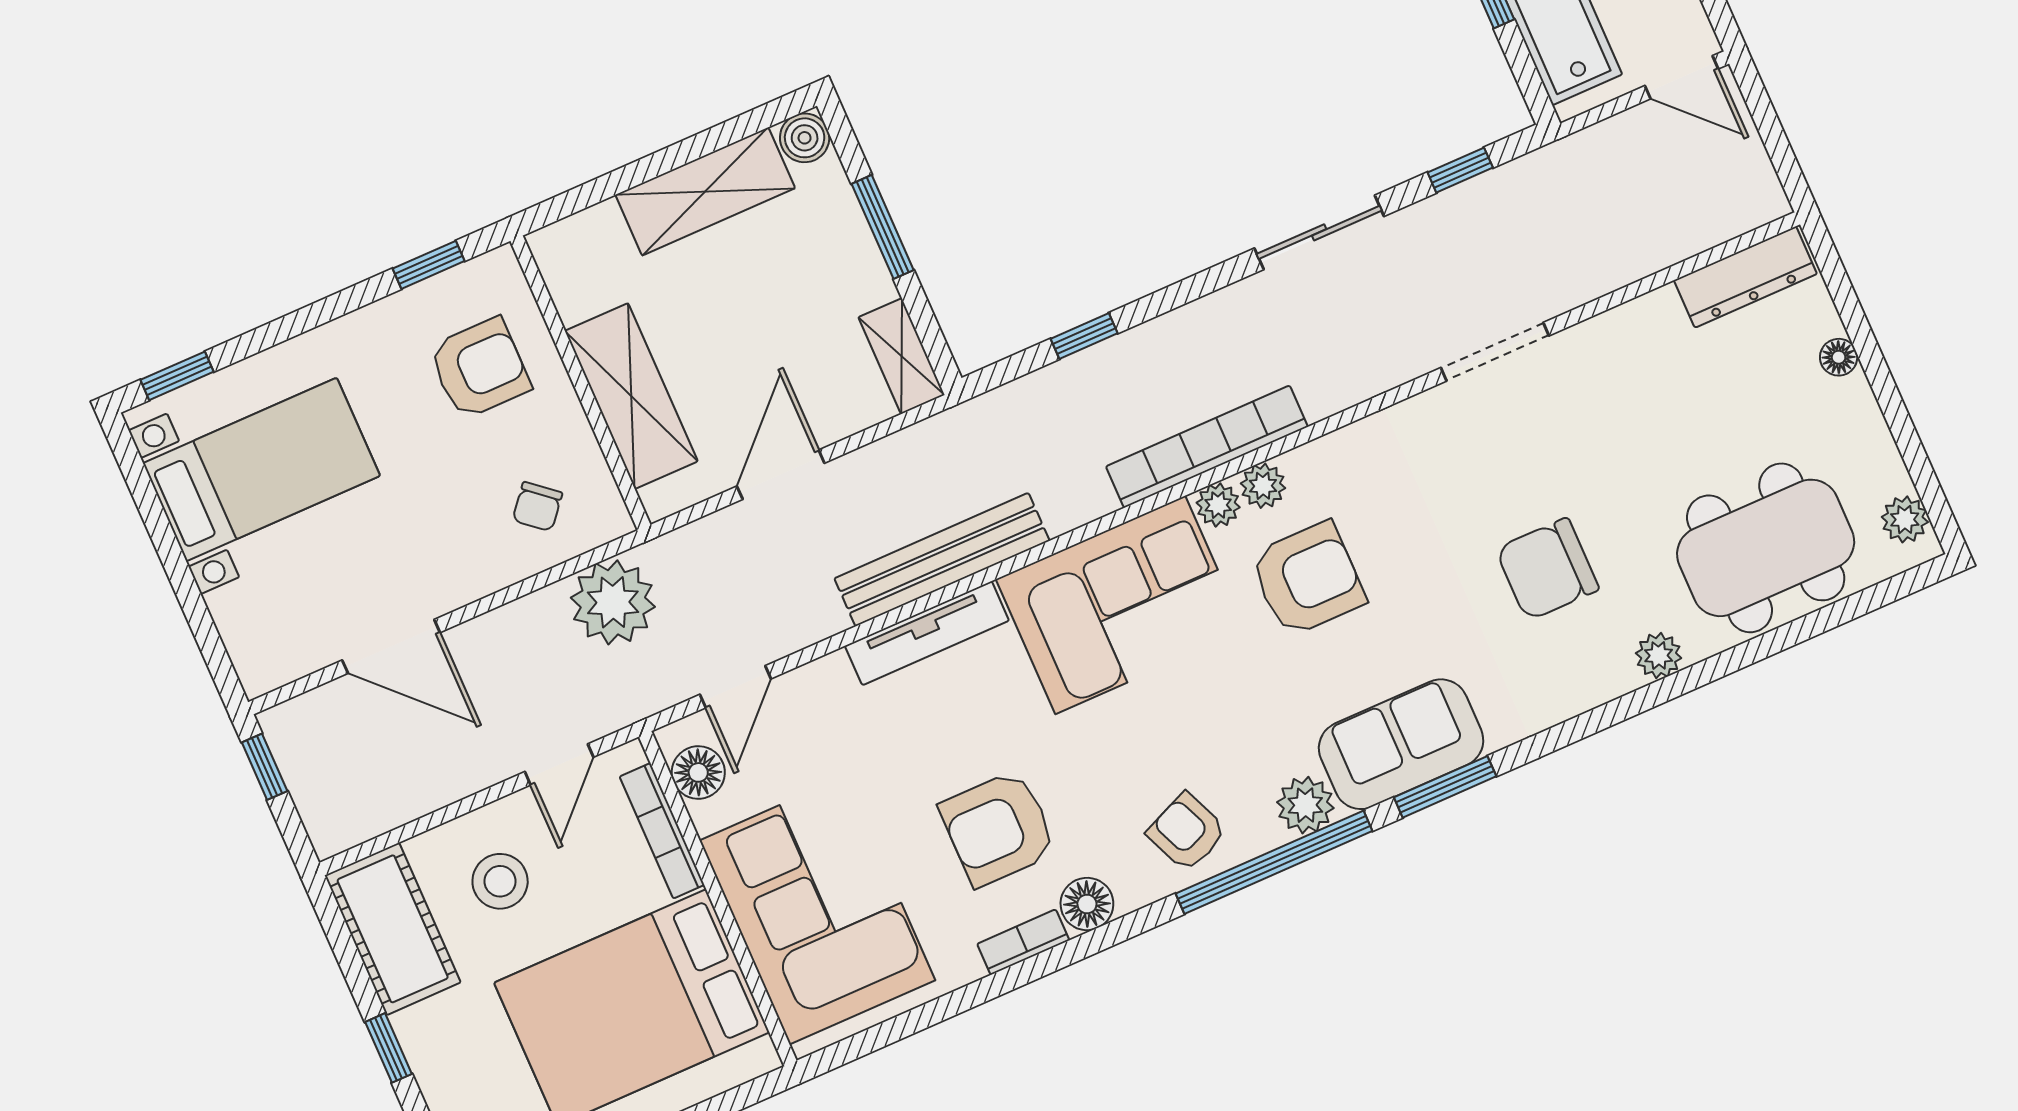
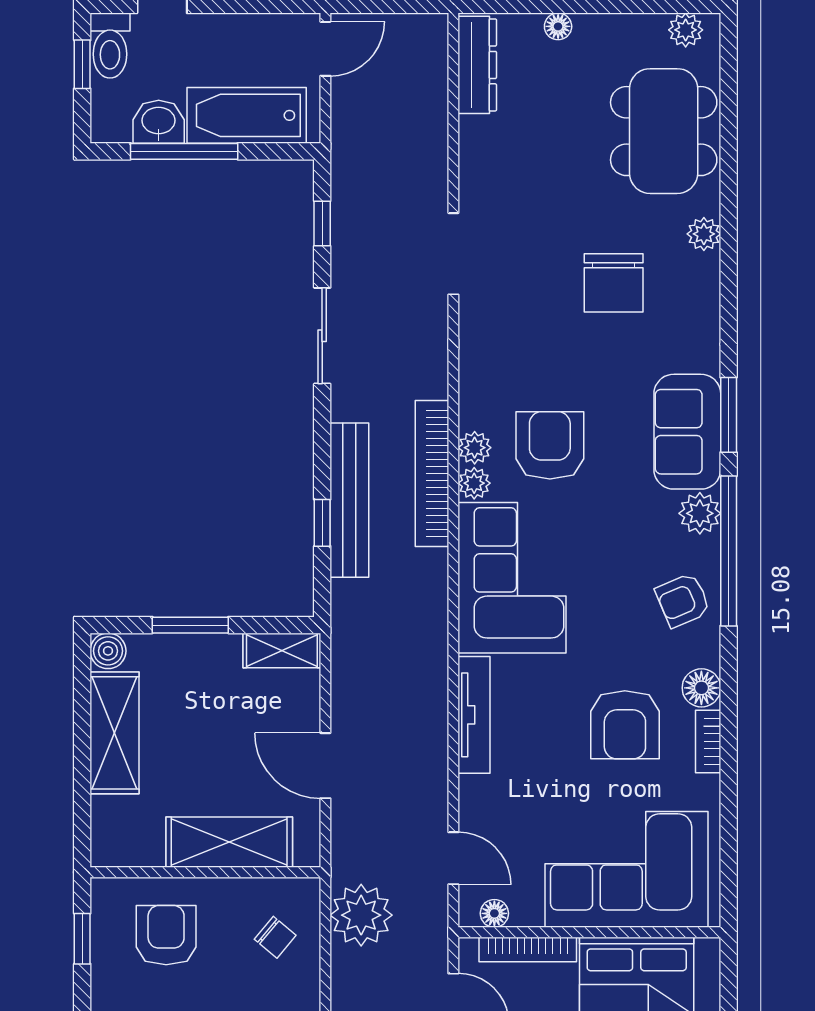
bench: (942, 560) -> (349, 500), moved
floor lamp: (698, 772) -> (494, 913), width x0.73, depth x0.73

